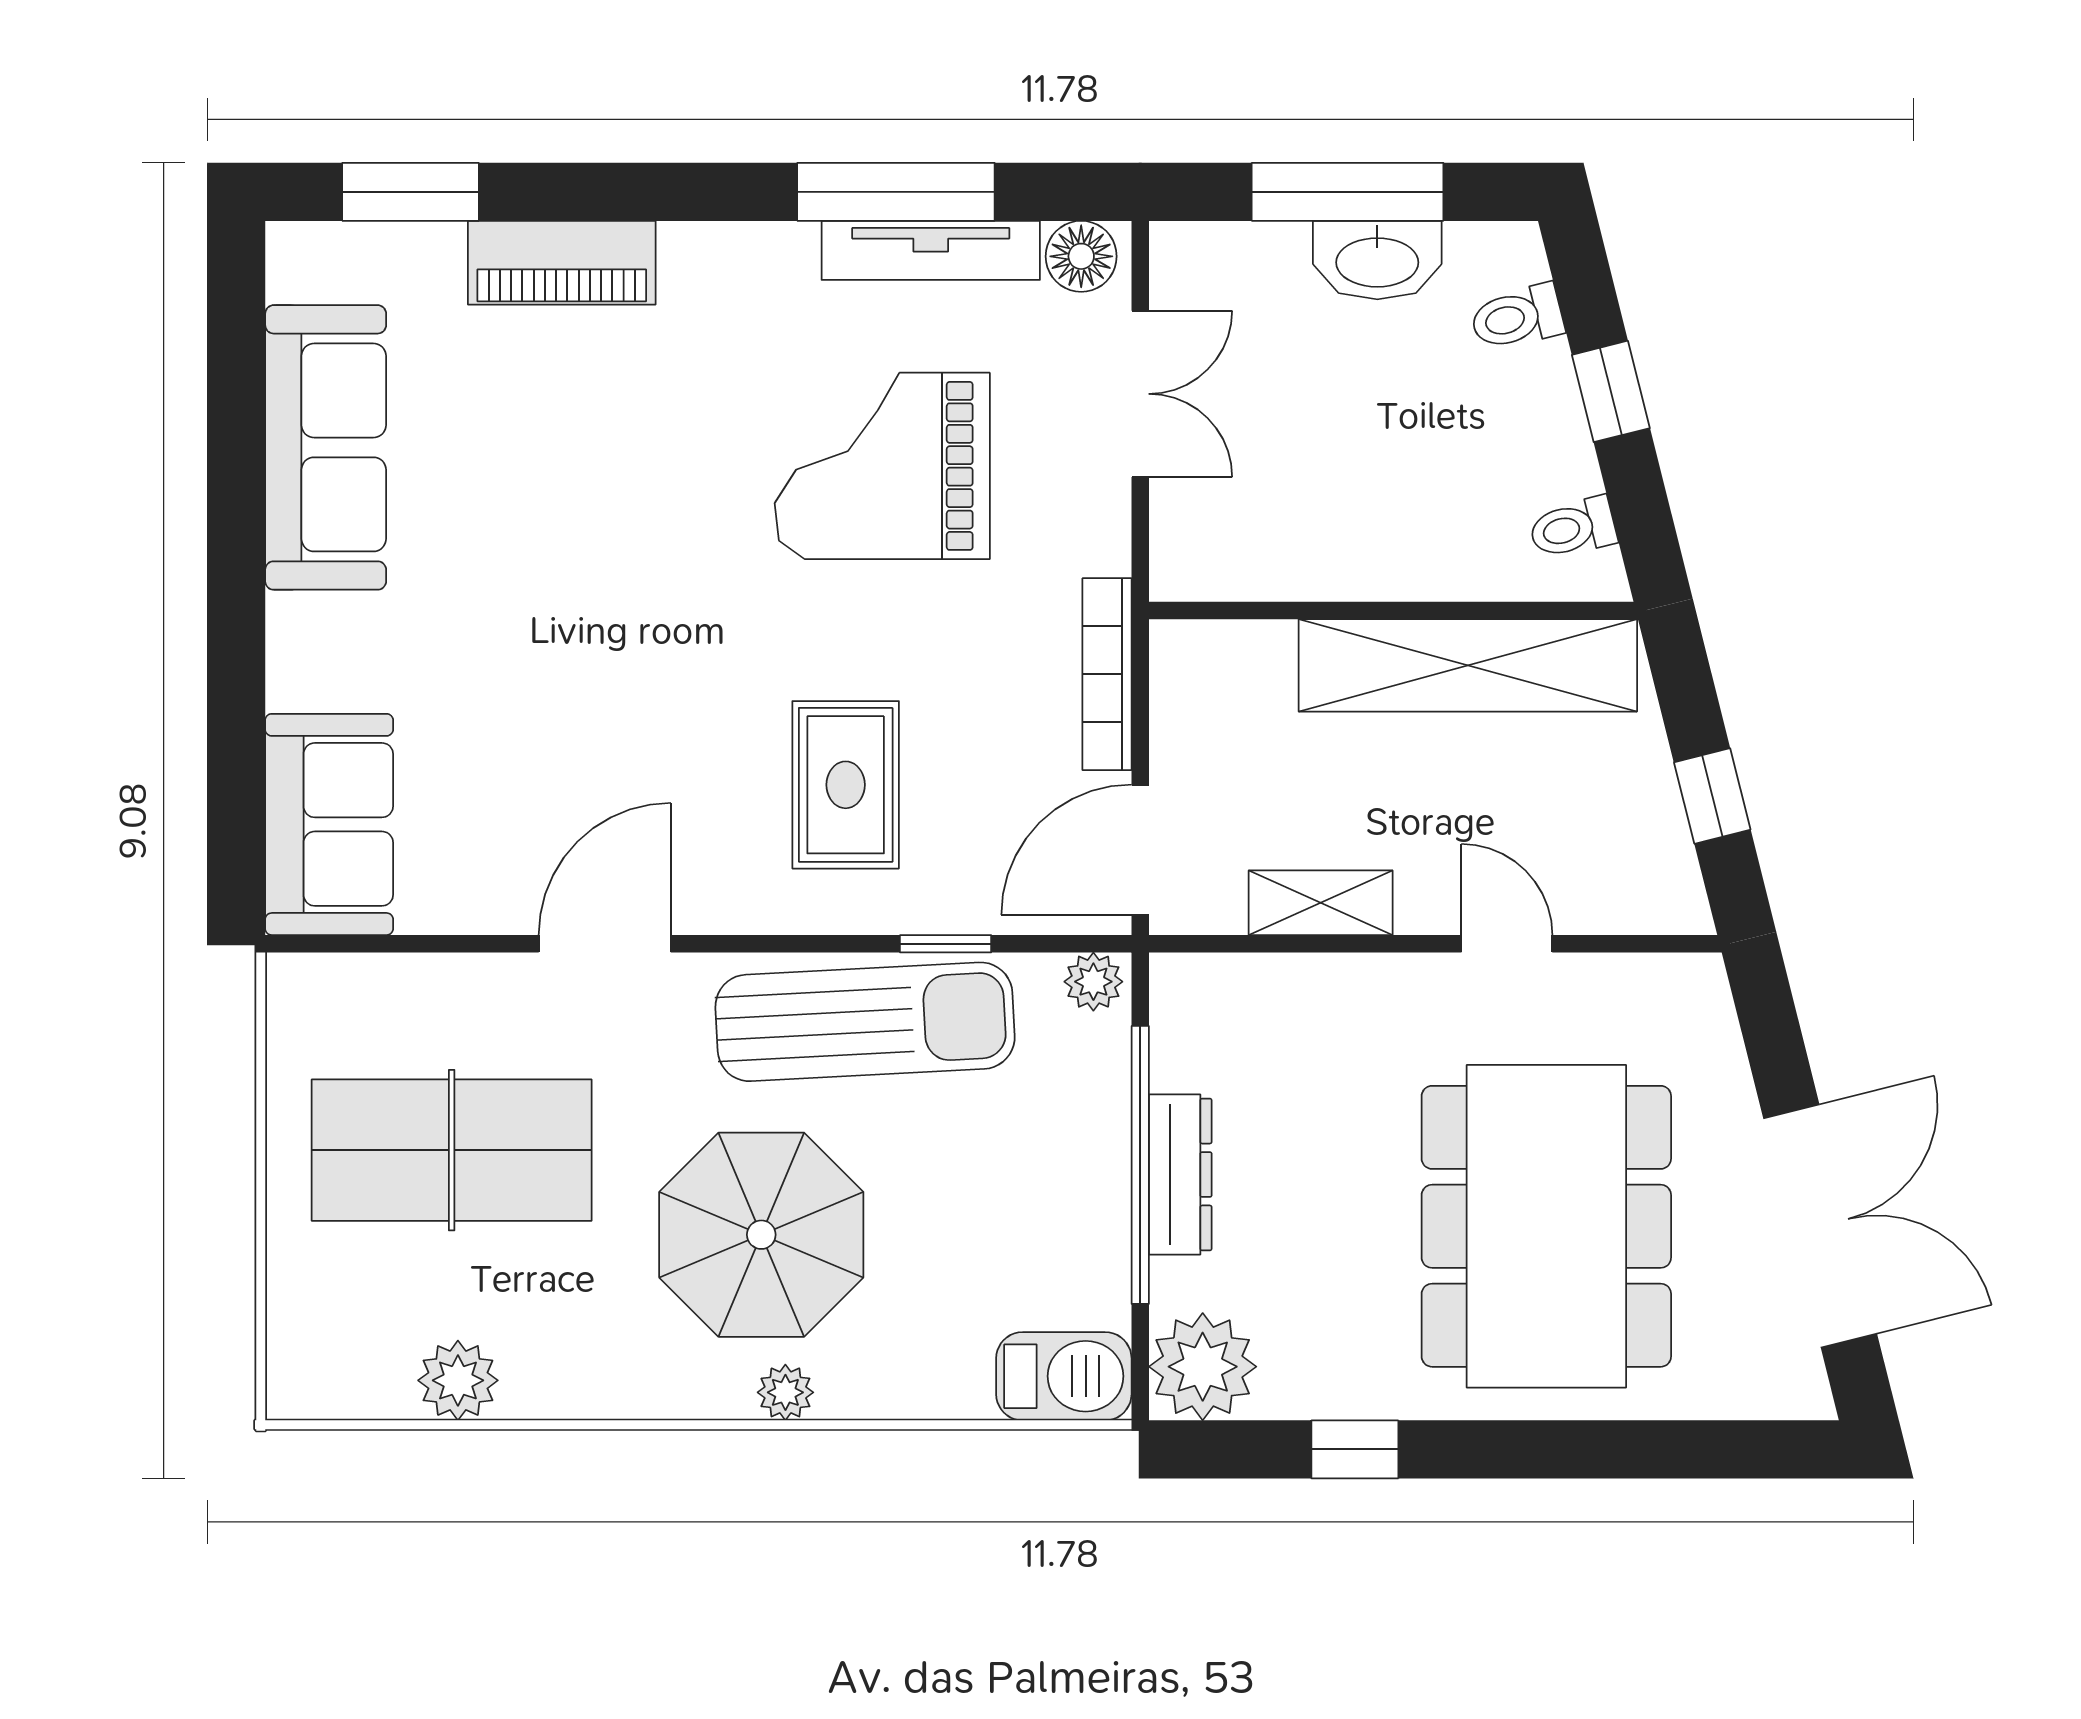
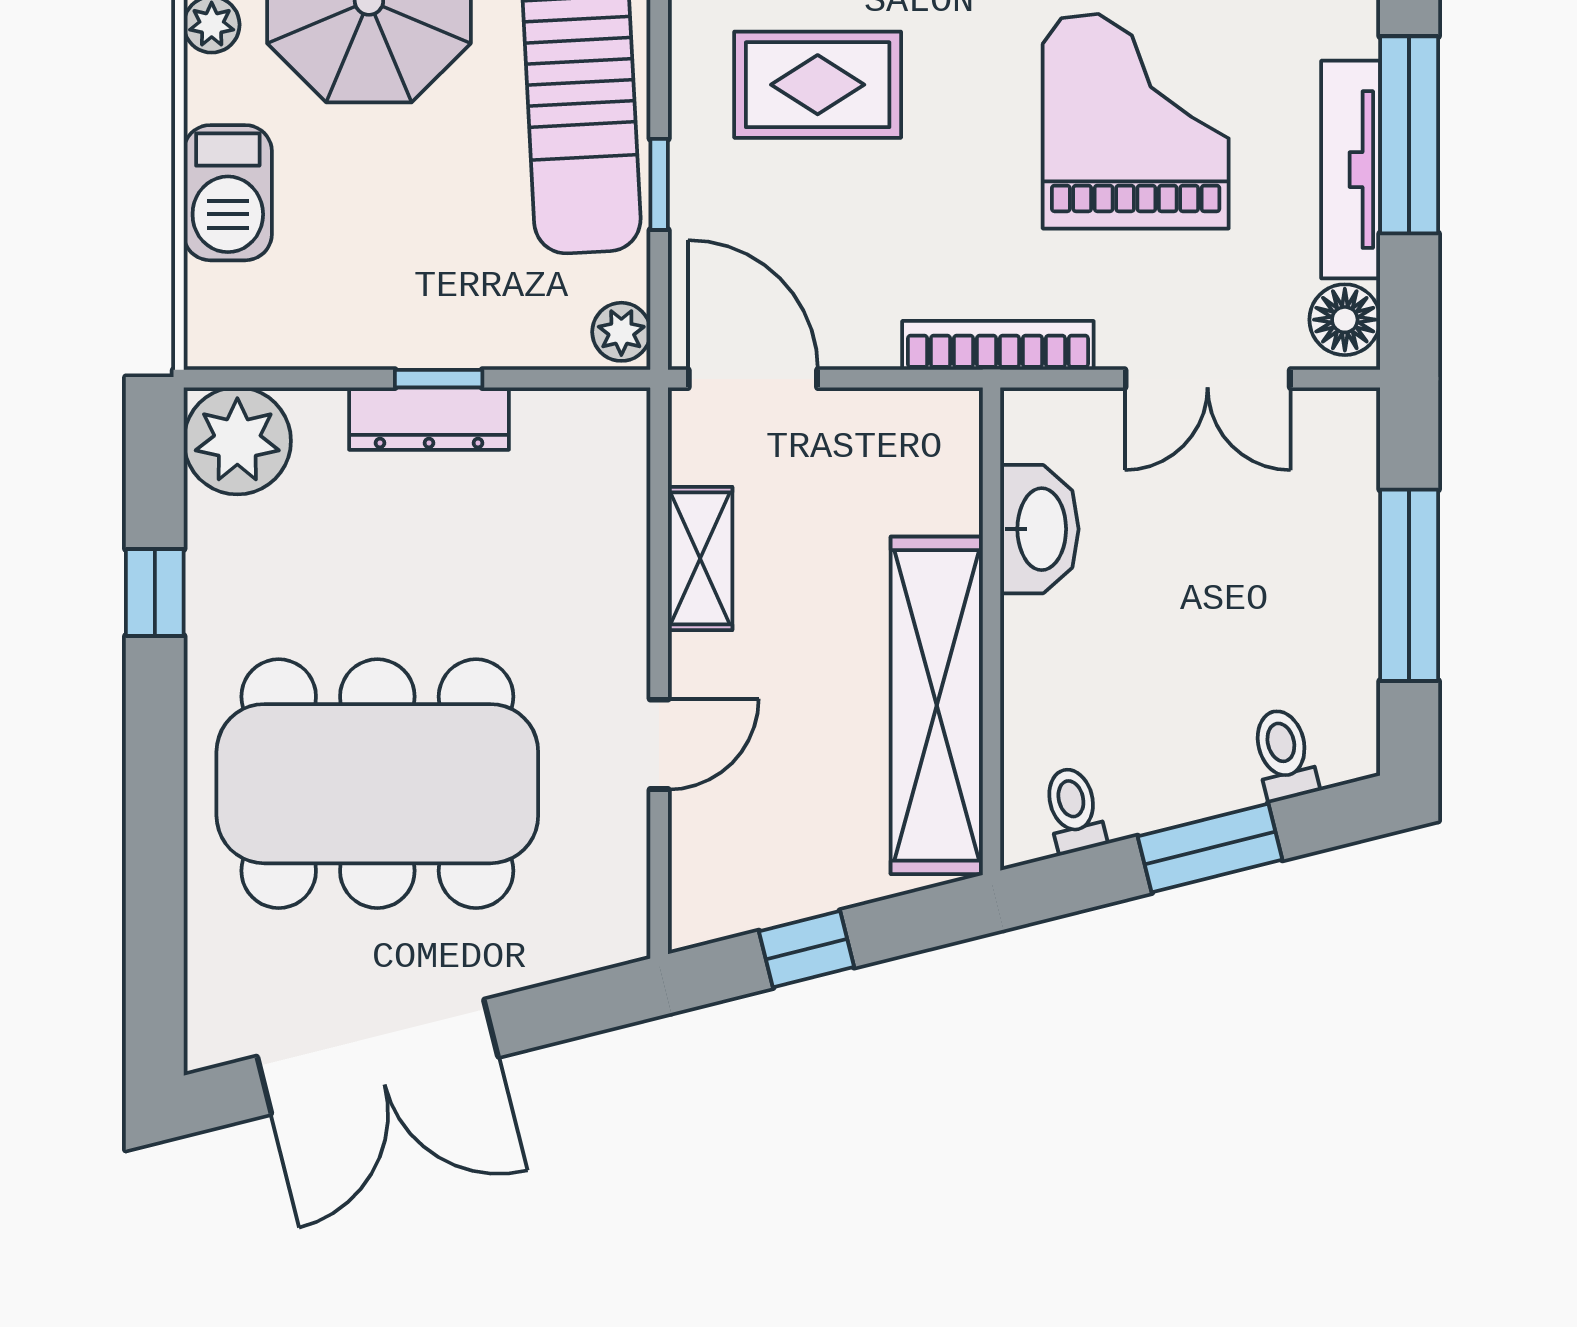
washbasin: (1377, 260) -> (1039, 529), moved, turned 180
window: (1611, 391) -> (1210, 848), width x1.50
bookcase: (1107, 674) -> (998, 345), moved
window: (1140, 1165) -> (439, 379), width x0.32
barbecue: (1064, 1376) -> (228, 193), moved

